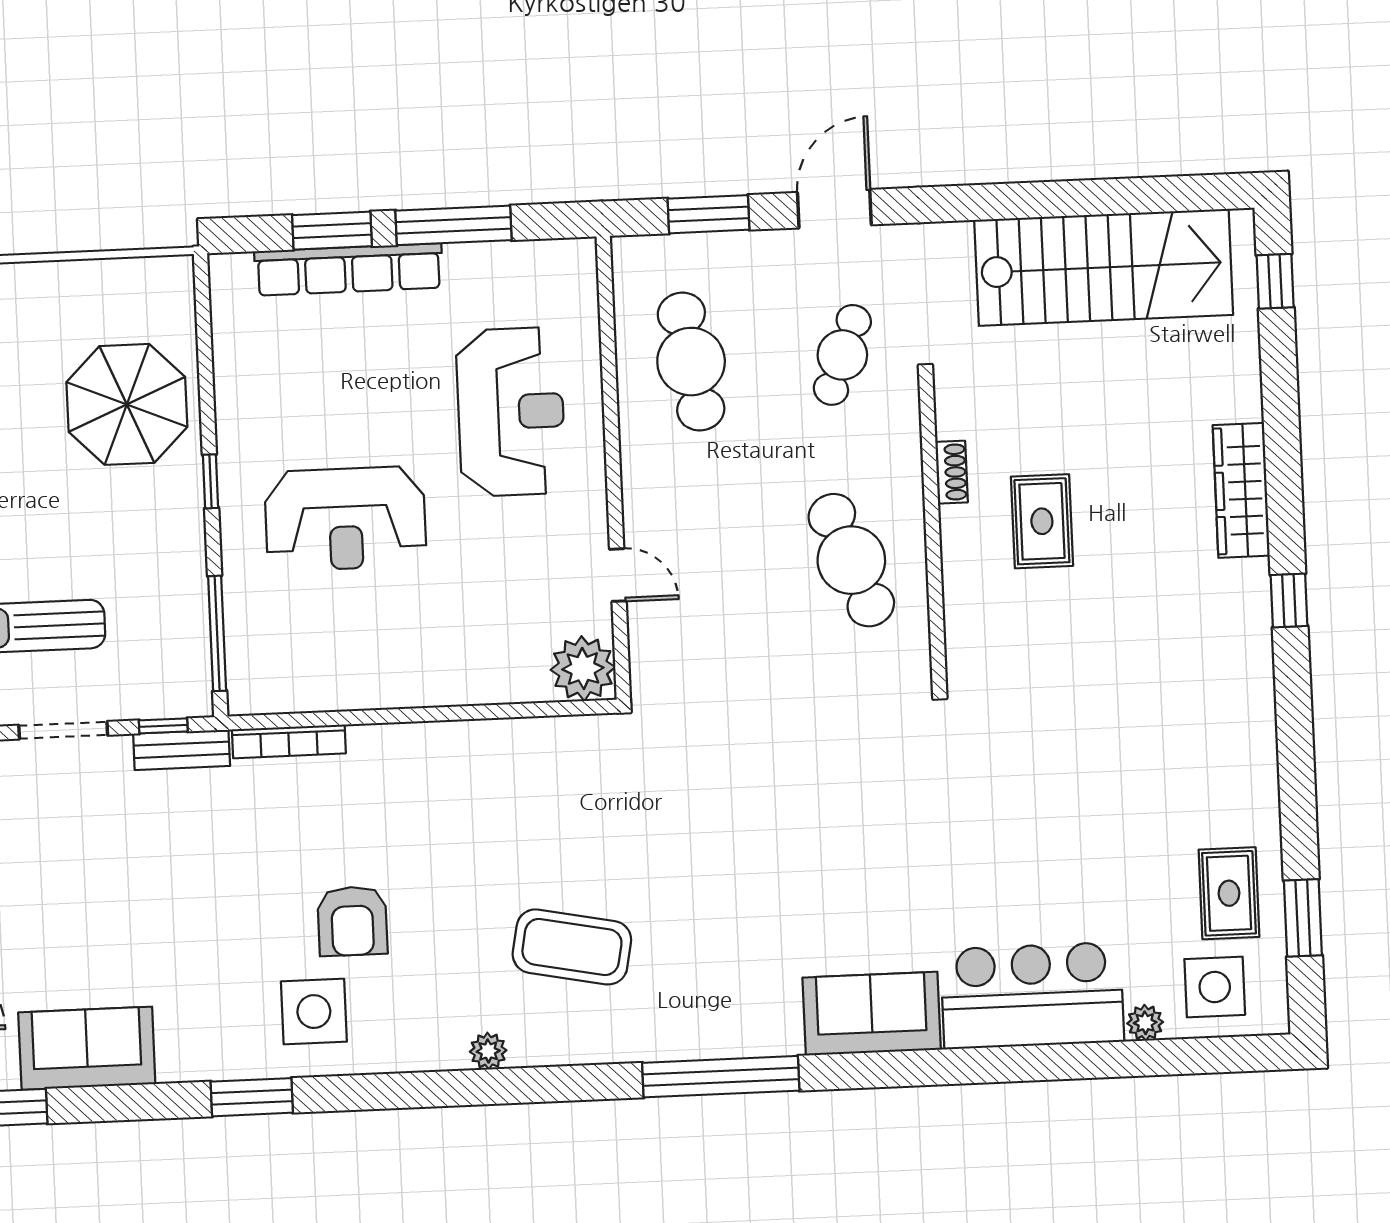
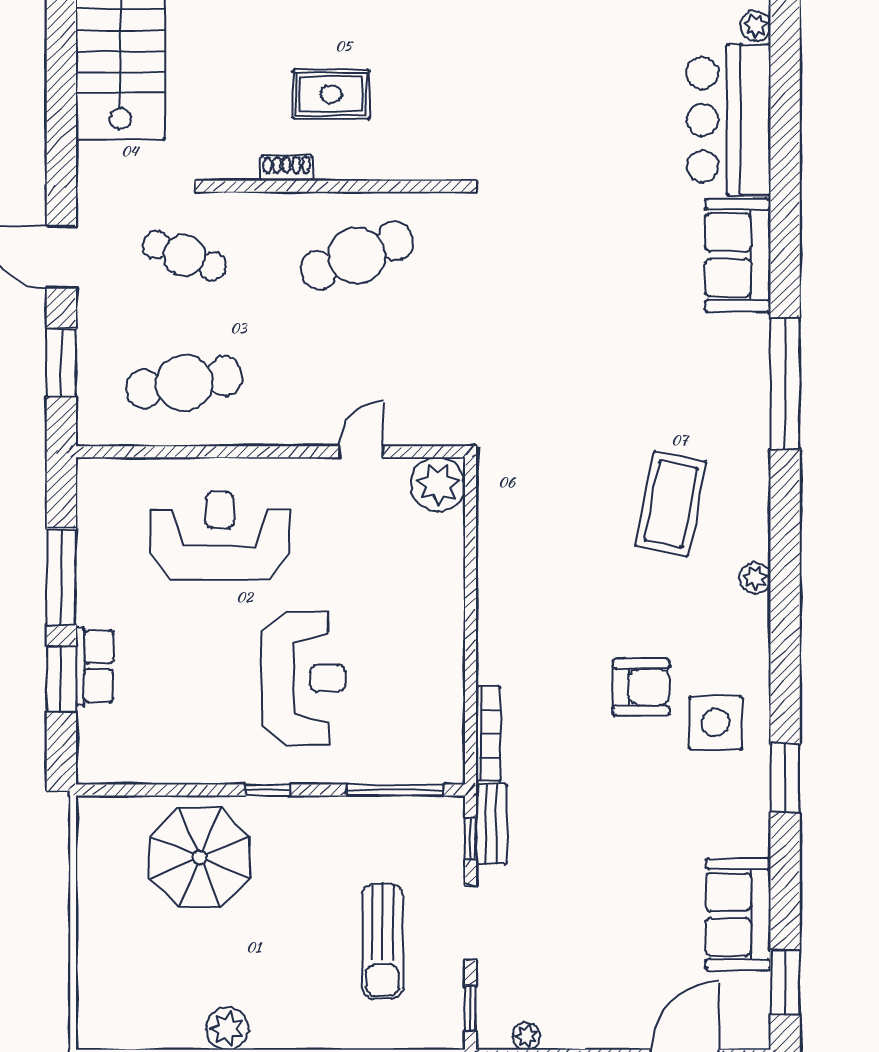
row of seats: (349, 269) -> (95, 666), width x0.50

